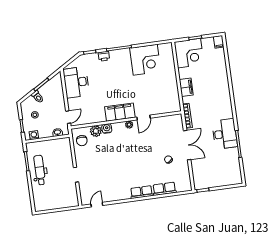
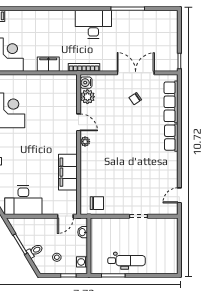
filing cabinet: (120, 112) -> (68, 172), moved
door: (68, 117) -> (65, 216), swing flipped
water cooler: (107, 128) -> (86, 83), moved
plant: (96, 131) -> (87, 97), moved
desk: (225, 134) -> (93, 24), moved
double door: (187, 145) -> (136, 73), moved
dental chair: (40, 170) -> (127, 261), turned 180
row of seats: (164, 189) -> (171, 102), width x1.48
door: (97, 205) -> (179, 195), hinge flipped

